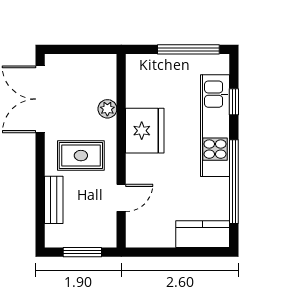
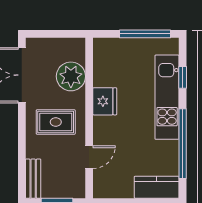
plant: (107, 109) -> (71, 76), width x1.88, depth x1.88
fridge: (145, 131) -> (105, 101), width x0.73, depth x0.75
bench: (54, 200) -> (33, 179), moved

